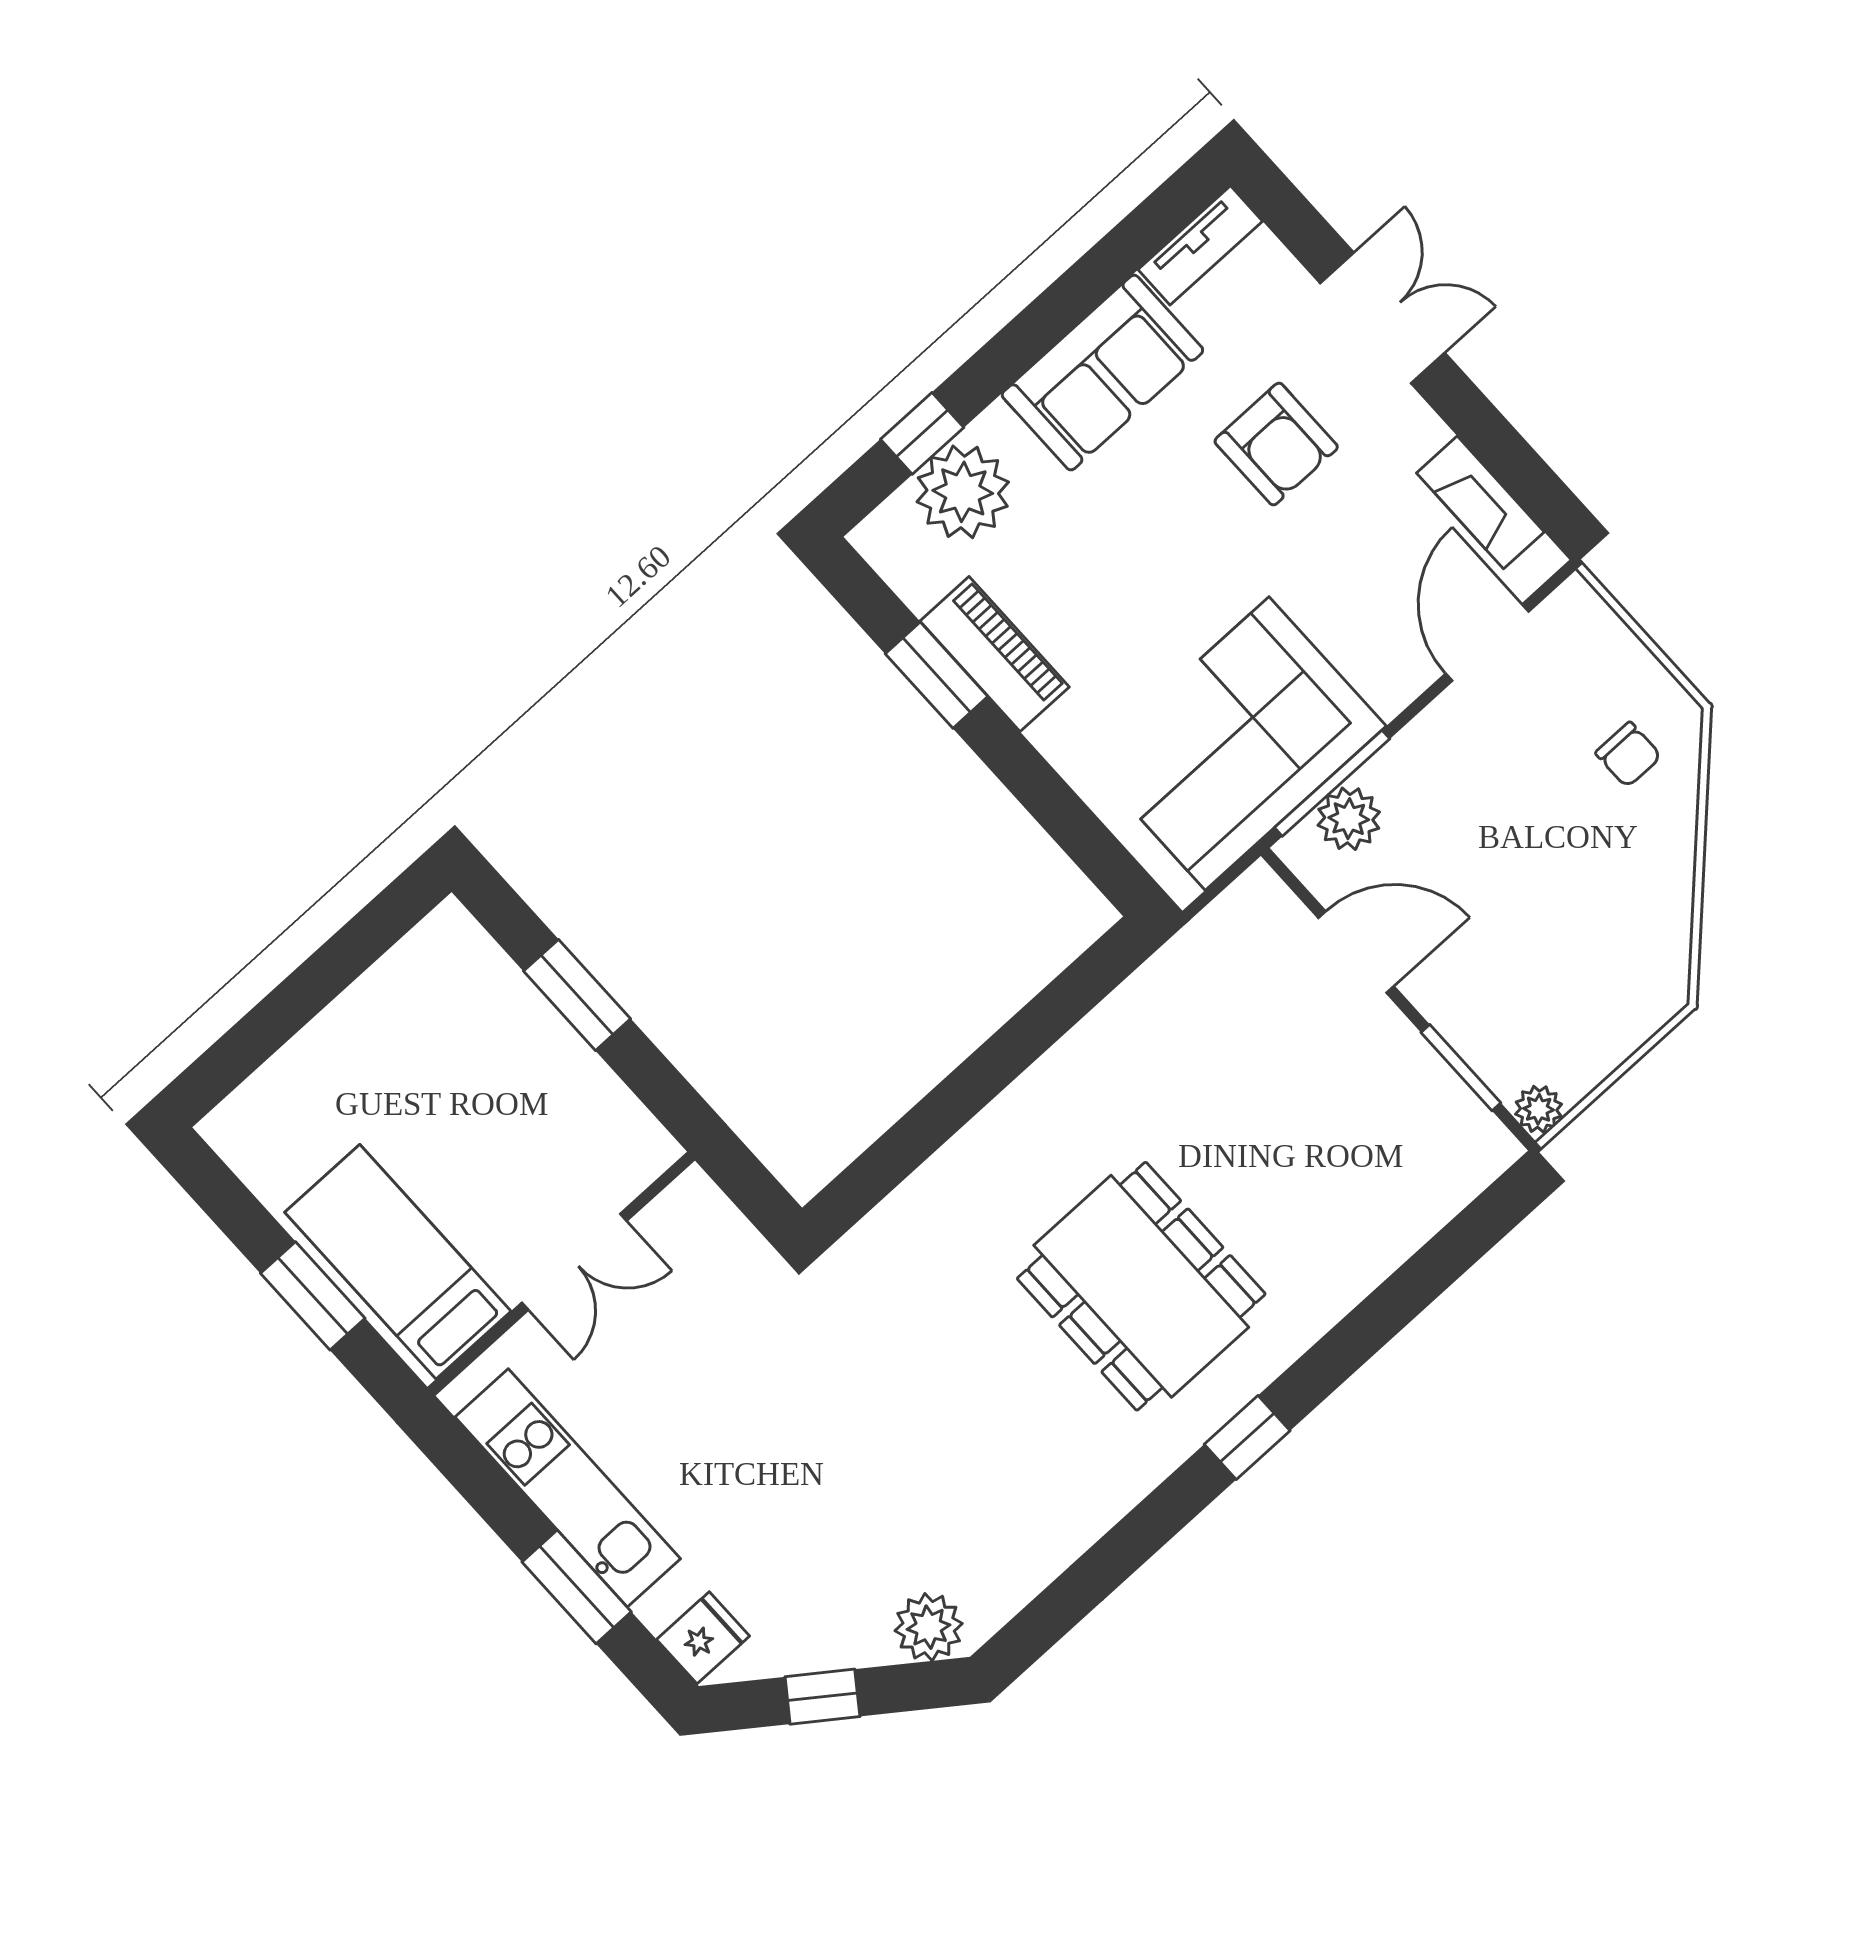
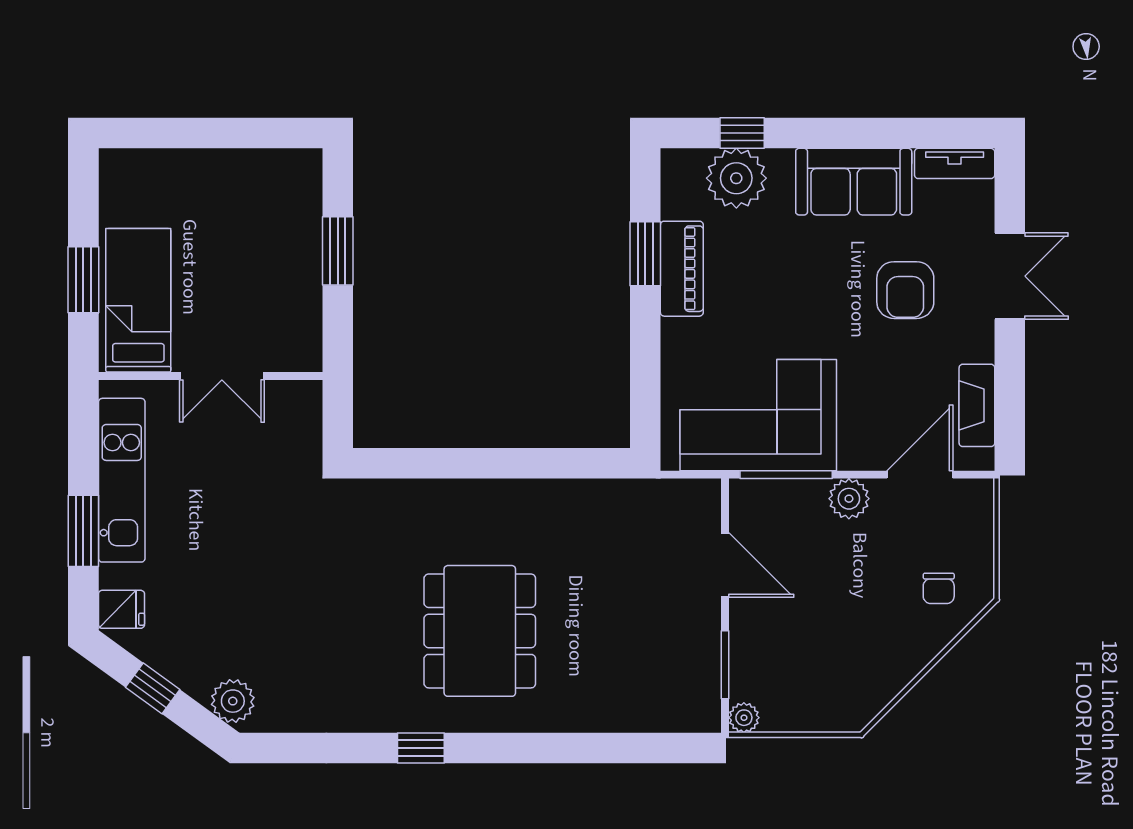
plant: (1349, 819) -> (849, 499), moved
window: (1247, 1437) -> (421, 748), moved

